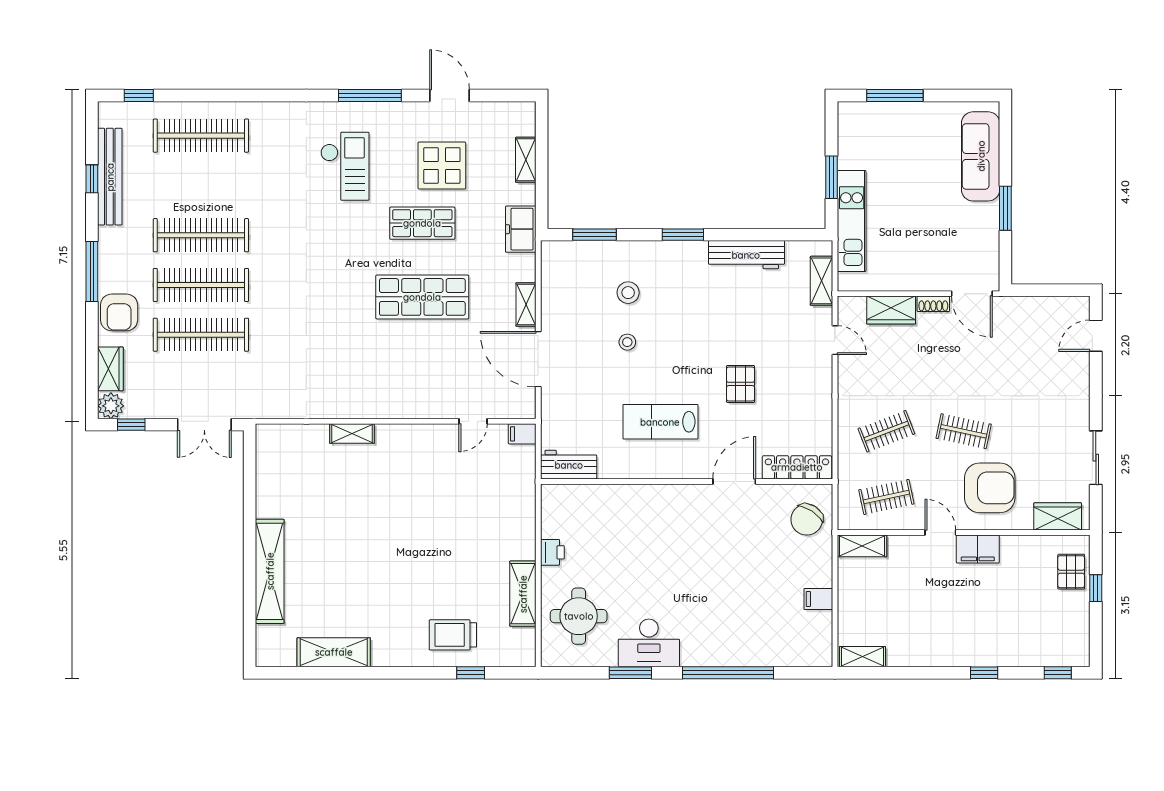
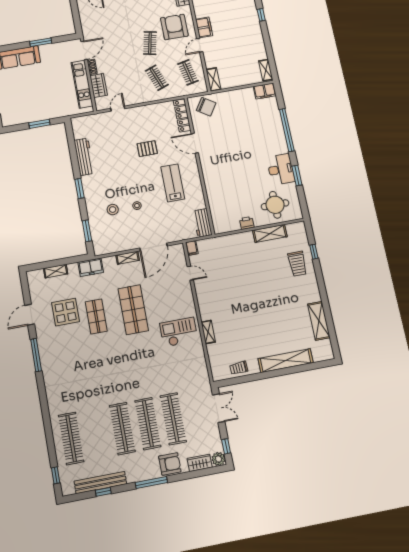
checkout: (345, 166) -> (179, 332), moved
kitchen unit: (852, 221) -> (82, 84), moved, turned -90
shelving: (822, 281) -> (90, 120), removed
lab bench: (660, 422) -> (173, 183), turned 180
trolley: (273, 478) -> (239, 368), added
filing cabinet: (818, 599) -> (265, 91), moved, width x2.00

